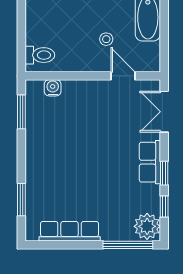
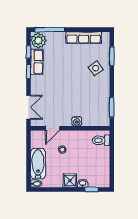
door: (123, 76) -> (52, 128), hinge flipped
water cooler: (53, 88) -> (77, 121), moved
row of seats: (150, 162) -> (37, 62), moved
side table: (49, 179) -> (96, 68), added

